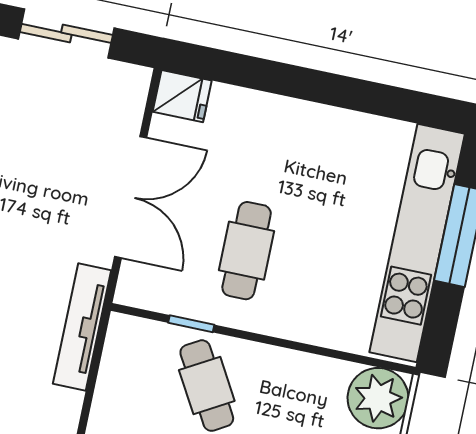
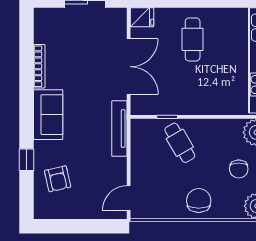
cafe table: (247, 251) -> (193, 39), moved

